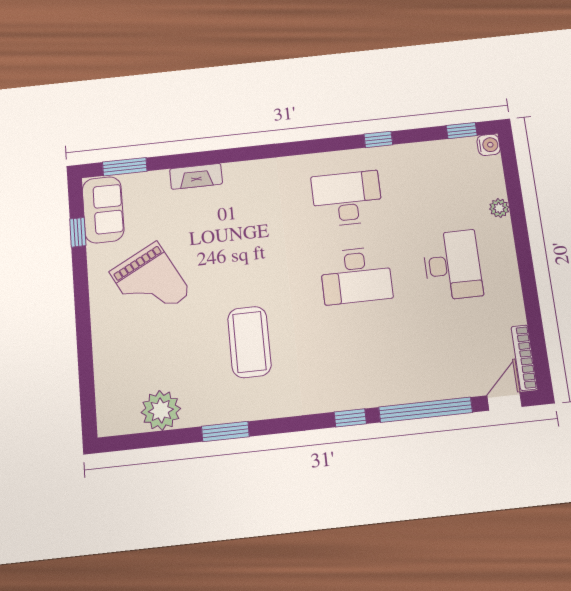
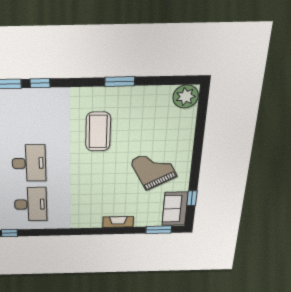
desk: (347, 199) -> (31, 204), turned -90
desk: (356, 275) -> (29, 163), turned 90
plant: (161, 410) -> (186, 97), moved

